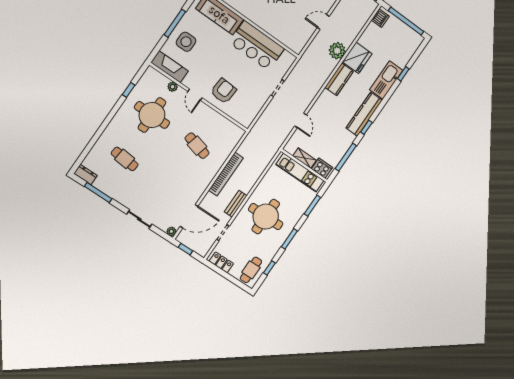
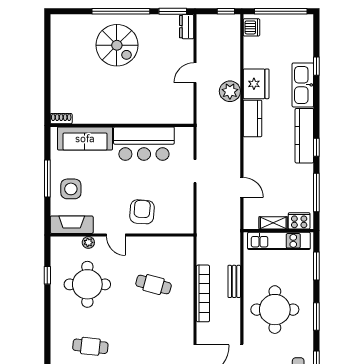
bench: (236, 204) -> (234, 281), moved

